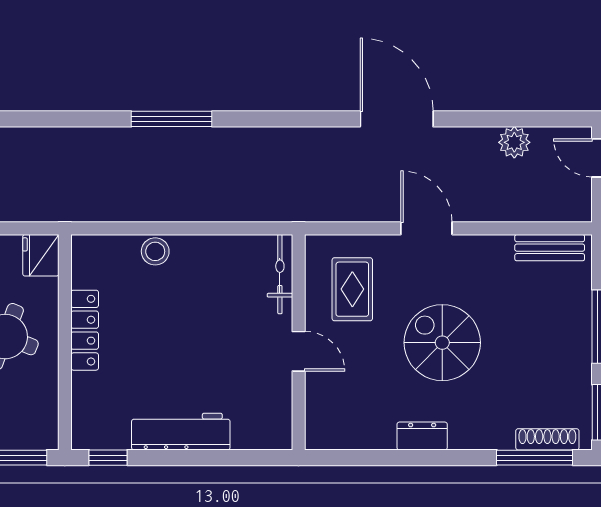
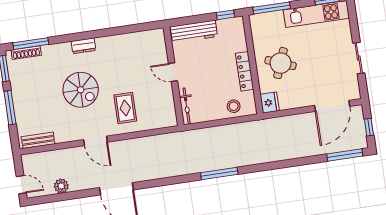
stool: (155, 251) -> (234, 106), moved
bicycle: (280, 274) -> (187, 106), moved
wall: (299, 342) -> (174, 76), moved
door: (299, 351) -> (173, 72), moved

